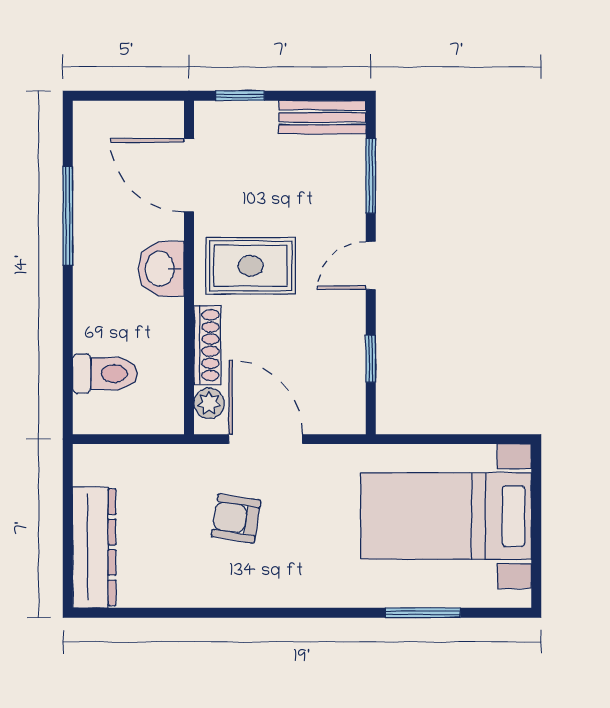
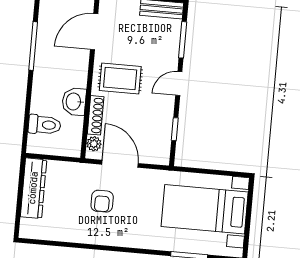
door: (189, 175) -> (94, 32), hinge flipped
washbasin: (161, 269) -> (74, 102), moved
armchair: (236, 518) -> (102, 201), turned -99
dresser: (94, 547) -> (33, 188), moved

